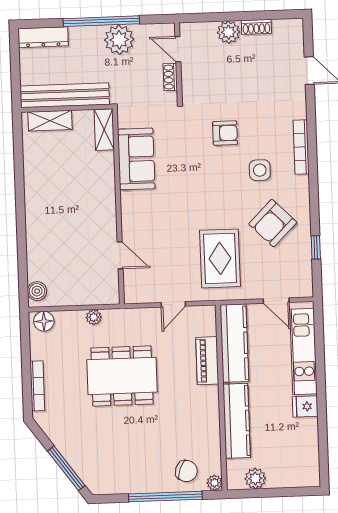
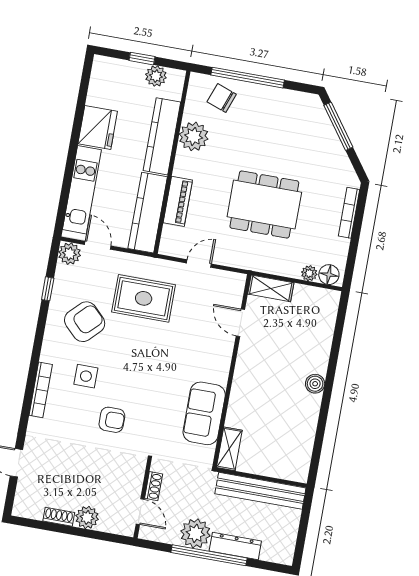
dresser: (43, 37) -> (235, 546), moved
shelving: (50, 121) -> (271, 288), moved
armchair: (225, 133) -> (112, 420), turned 180
rug: (220, 258) -> (144, 298), turned 90
plant: (302, 286) -> (70, 254), added
boiler: (37, 291) -> (315, 384), moved
plant: (94, 317) -> (309, 273), moved
fridge: (305, 406) -> (98, 127), width x1.88, depth x1.34
plant: (214, 483) -> (194, 136), moved, width x1.88, depth x1.88
window: (273, 493) -> (142, 59), added

